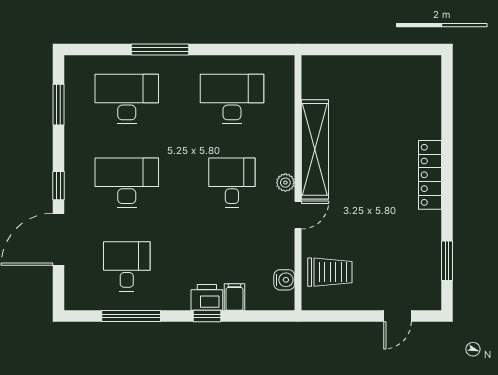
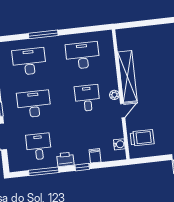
printer: (207, 297) -> (65, 159), moved

